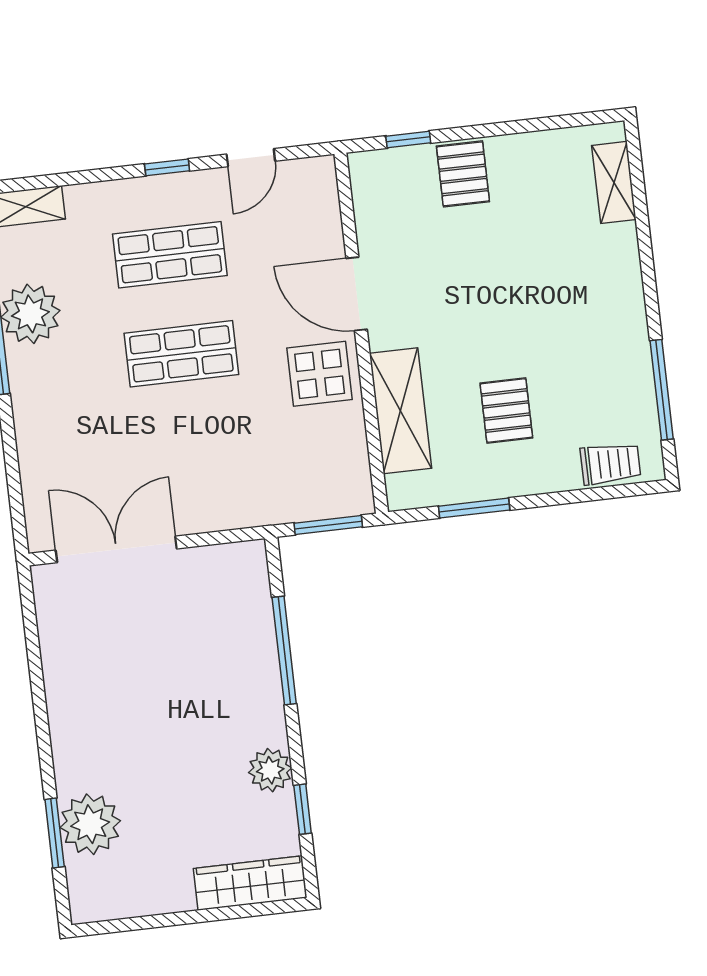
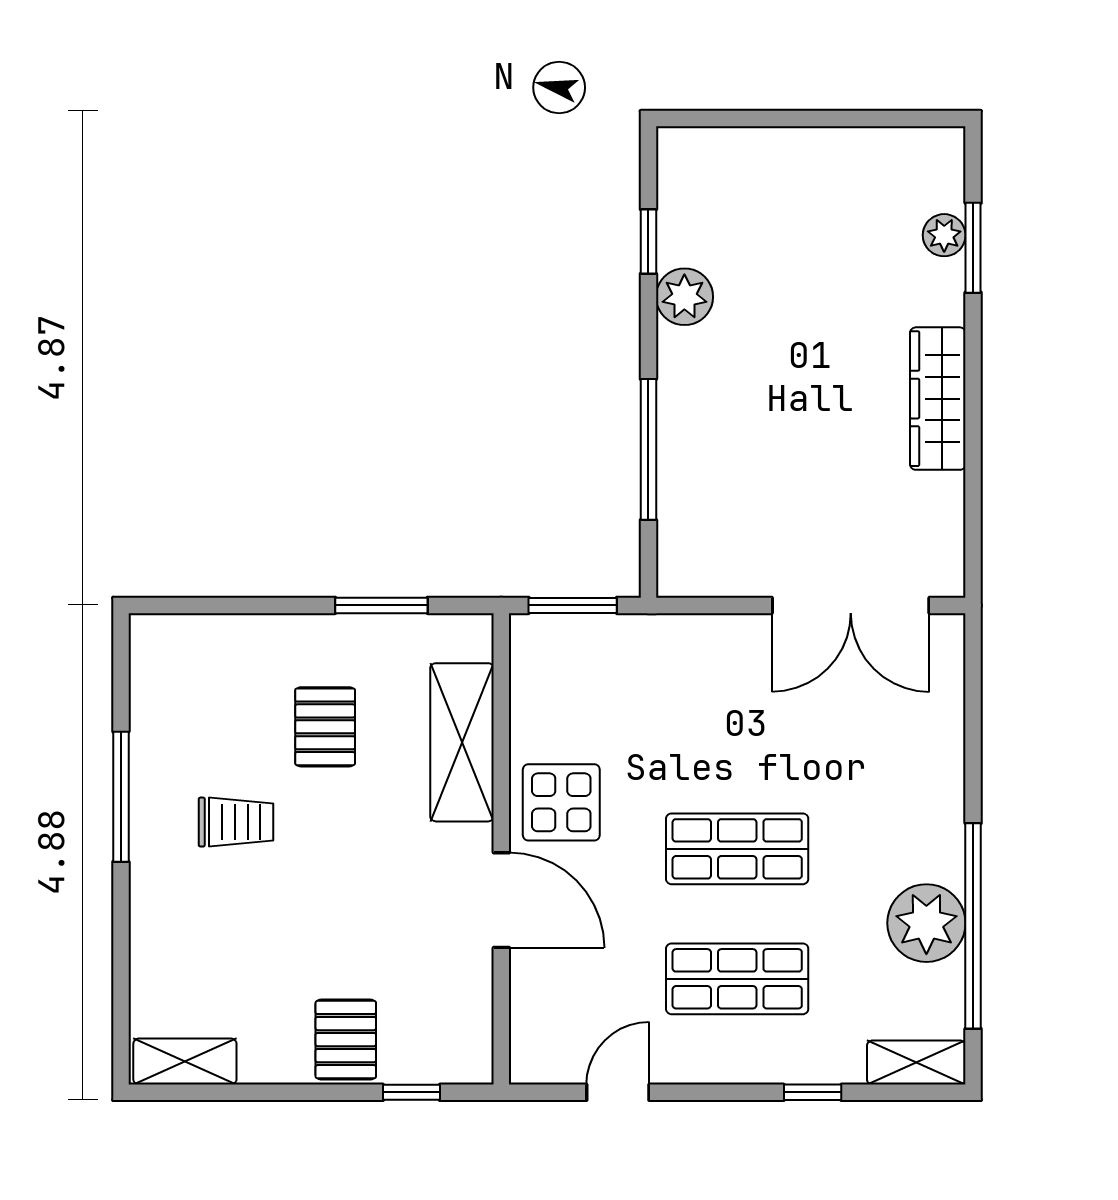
window: (167, 167) -> (813, 1092), moved
shelving: (614, 182) -> (185, 1062), moved, turned 90
window: (662, 390) -> (121, 797), moved
trolley: (610, 464) -> (236, 822), moved, turned 180
plant: (90, 824) -> (944, 235), width x0.53, depth x0.53
wardrobe: (250, 883) -> (938, 399), moved, turned 90

